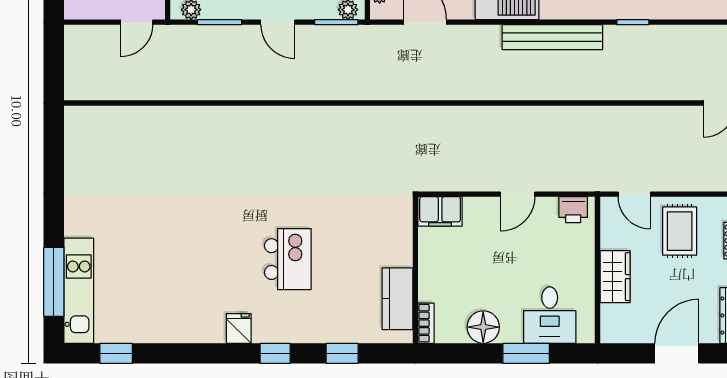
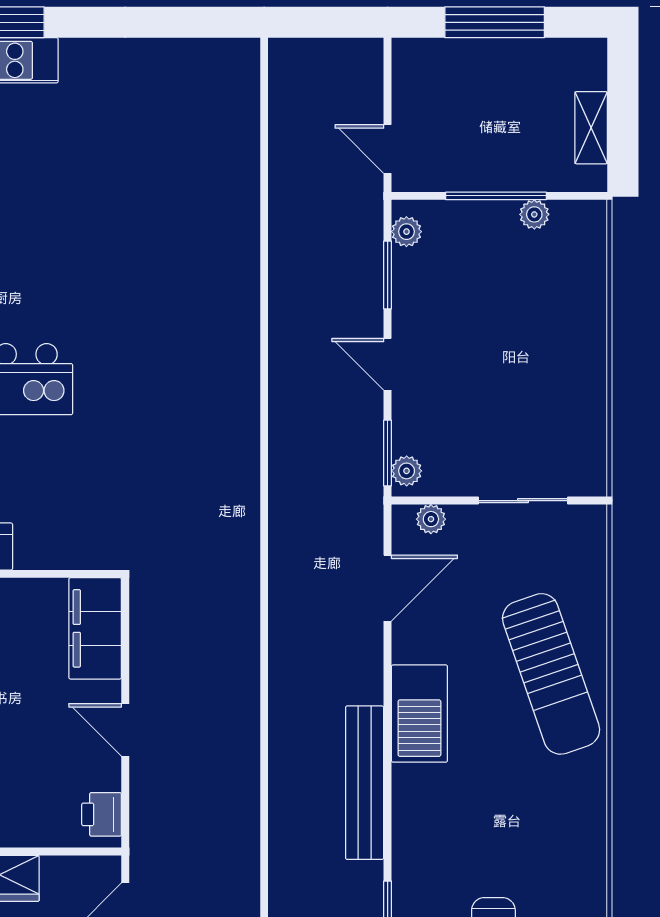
door: (278, 22) -> (388, 364), hinge flipped
filing cabinet: (440, 211) -> (95, 628), width x1.50, depth x1.17

